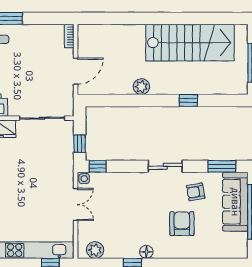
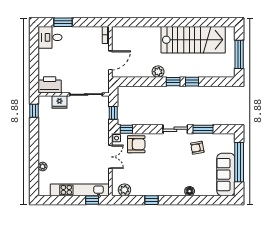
window: (162, 100) -> (173, 82), added
window: (222, 166) -> (203, 129), moved
sofa: (235, 202) -> (226, 175), moved
armchair: (182, 224) -> (136, 144), moved, turned 90
floor lamp: (146, 252) -> (190, 191), moved

